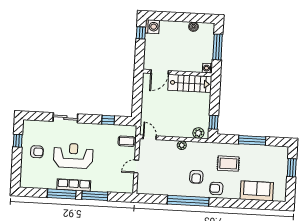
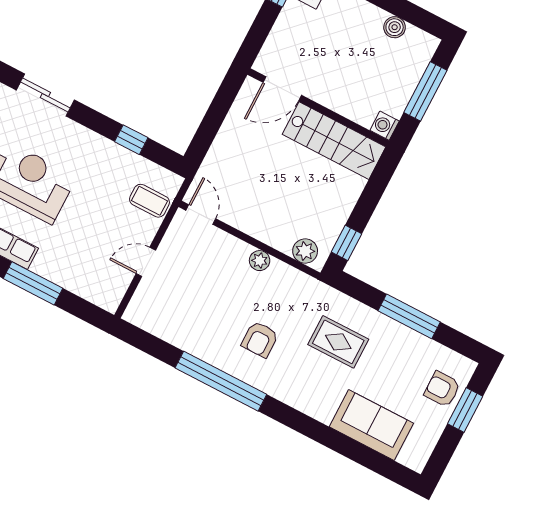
armchair: (216, 188) -> (442, 389), moved

